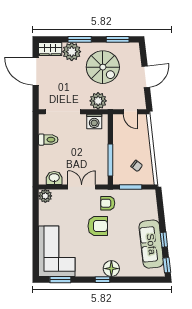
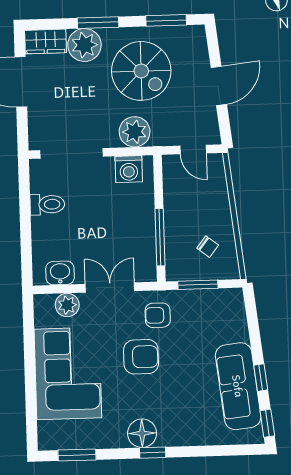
plant: (45, 196) -> (67, 305), moved
corner sofa: (57, 251) -> (68, 373), moved
floor lamp: (111, 269) -> (142, 433), moved

